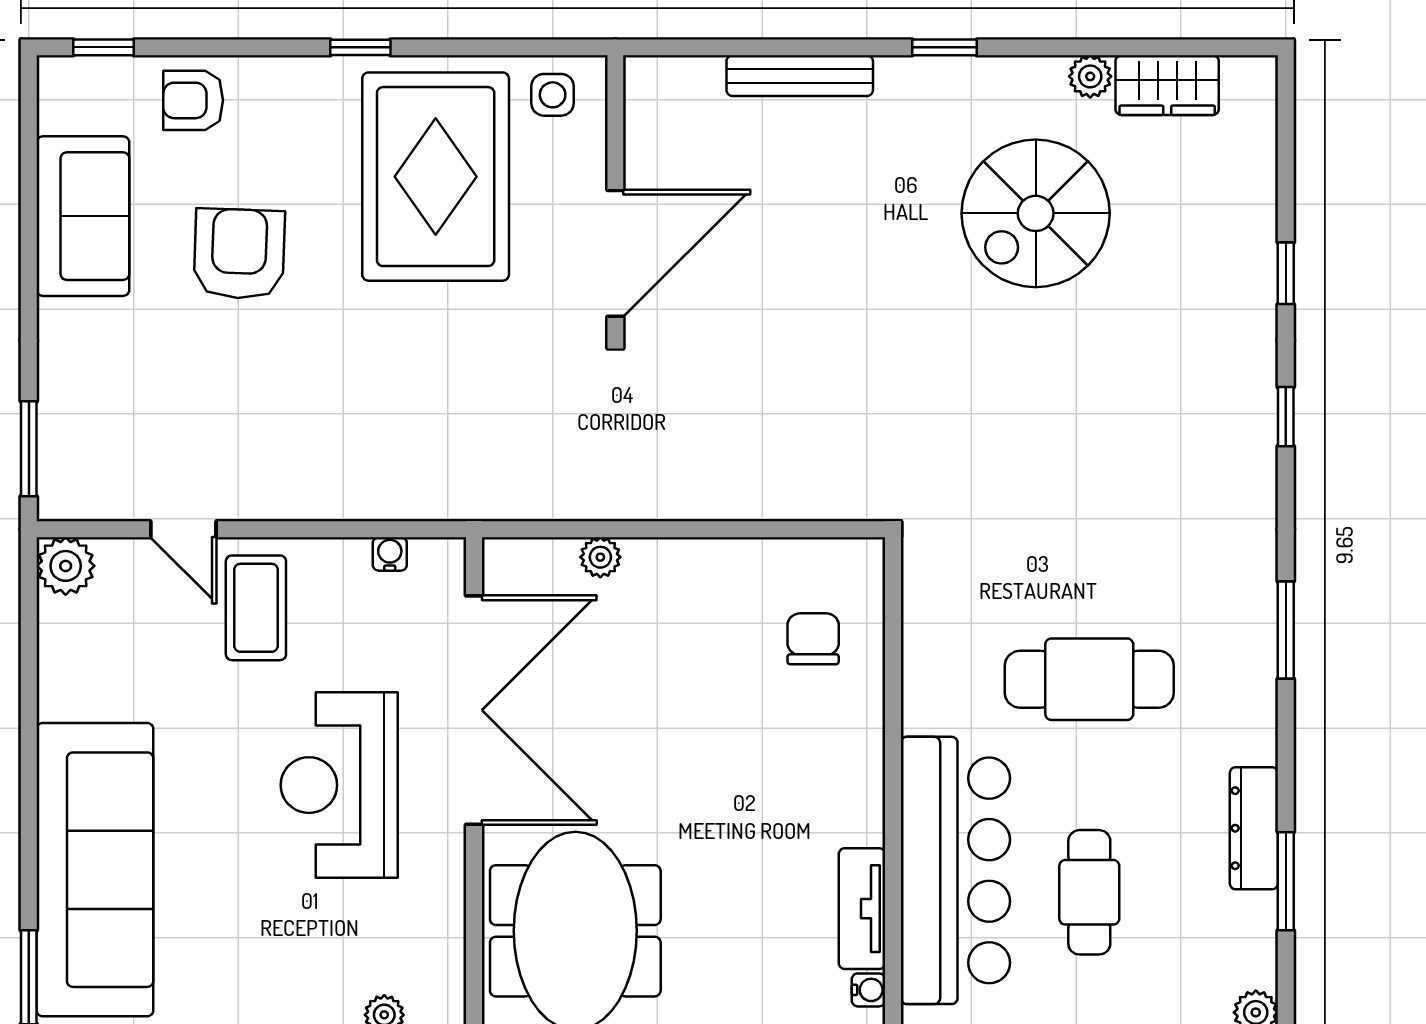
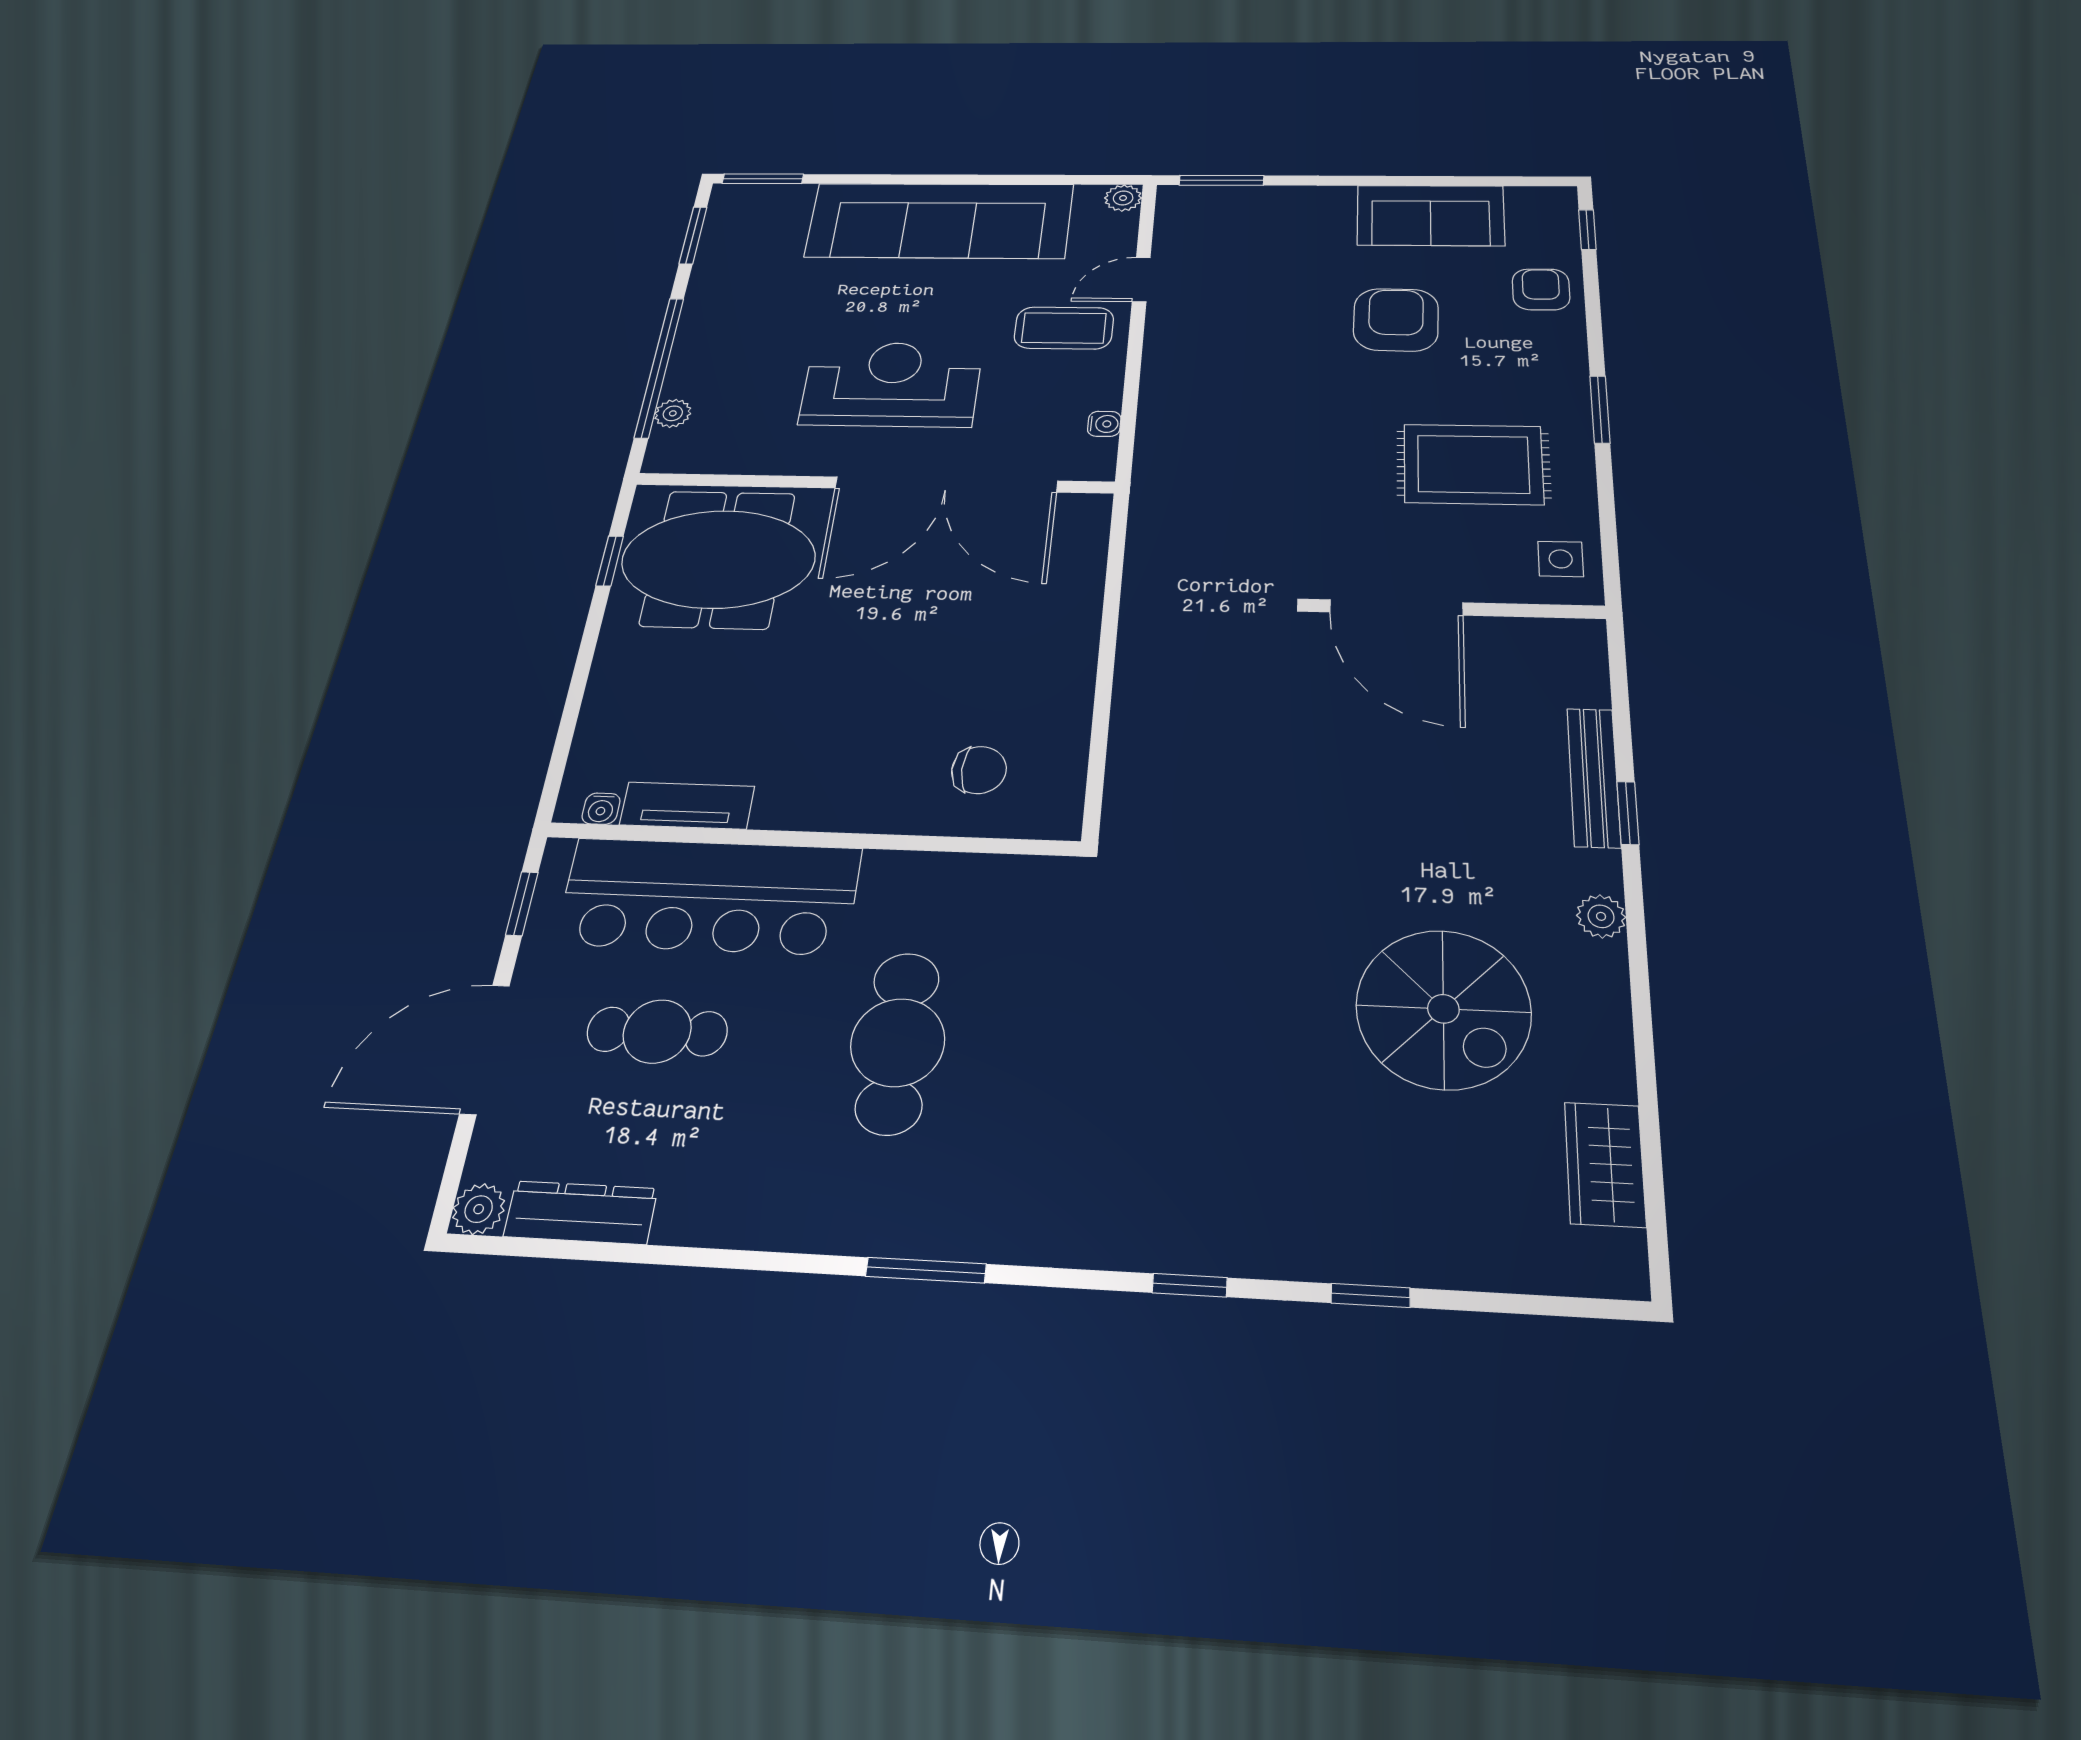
window: (360, 47) -> (1600, 409), width x1.50
window: (944, 47) -> (1628, 813), moved
plant: (1090, 76) -> (1601, 916), moved
rug: (436, 177) -> (1473, 464), width x0.73, depth x0.69
spiral stairs: (1036, 213) -> (1443, 1009), turned 180
armchair: (239, 254) -> (1396, 320), turned -91
plant: (600, 557) -> (1085, 588), removed
plant: (66, 566) -> (1123, 198), width x0.73, depth x0.73
dresser: (1254, 828) -> (581, 1213), moved
sofa: (95, 870) -> (940, 221), moved
window: (1286, 881) -> (624, 1253), removed

